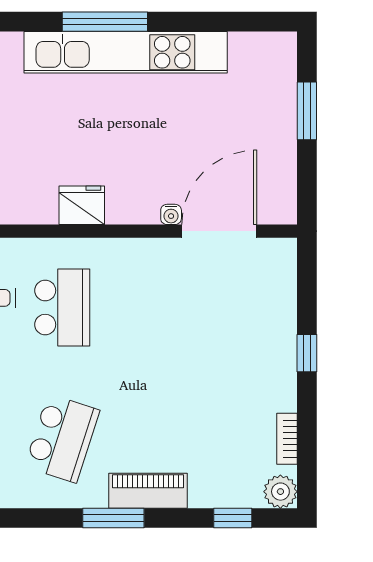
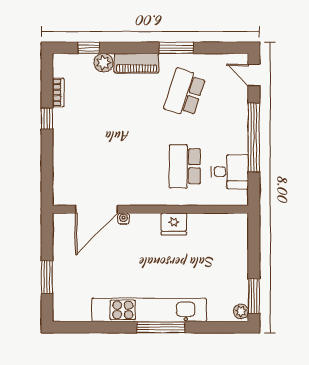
window: (307, 353) -> (47, 119), moved
plant: (280, 492) -> (104, 63), moved
window: (113, 518) -> (176, 48), moved

